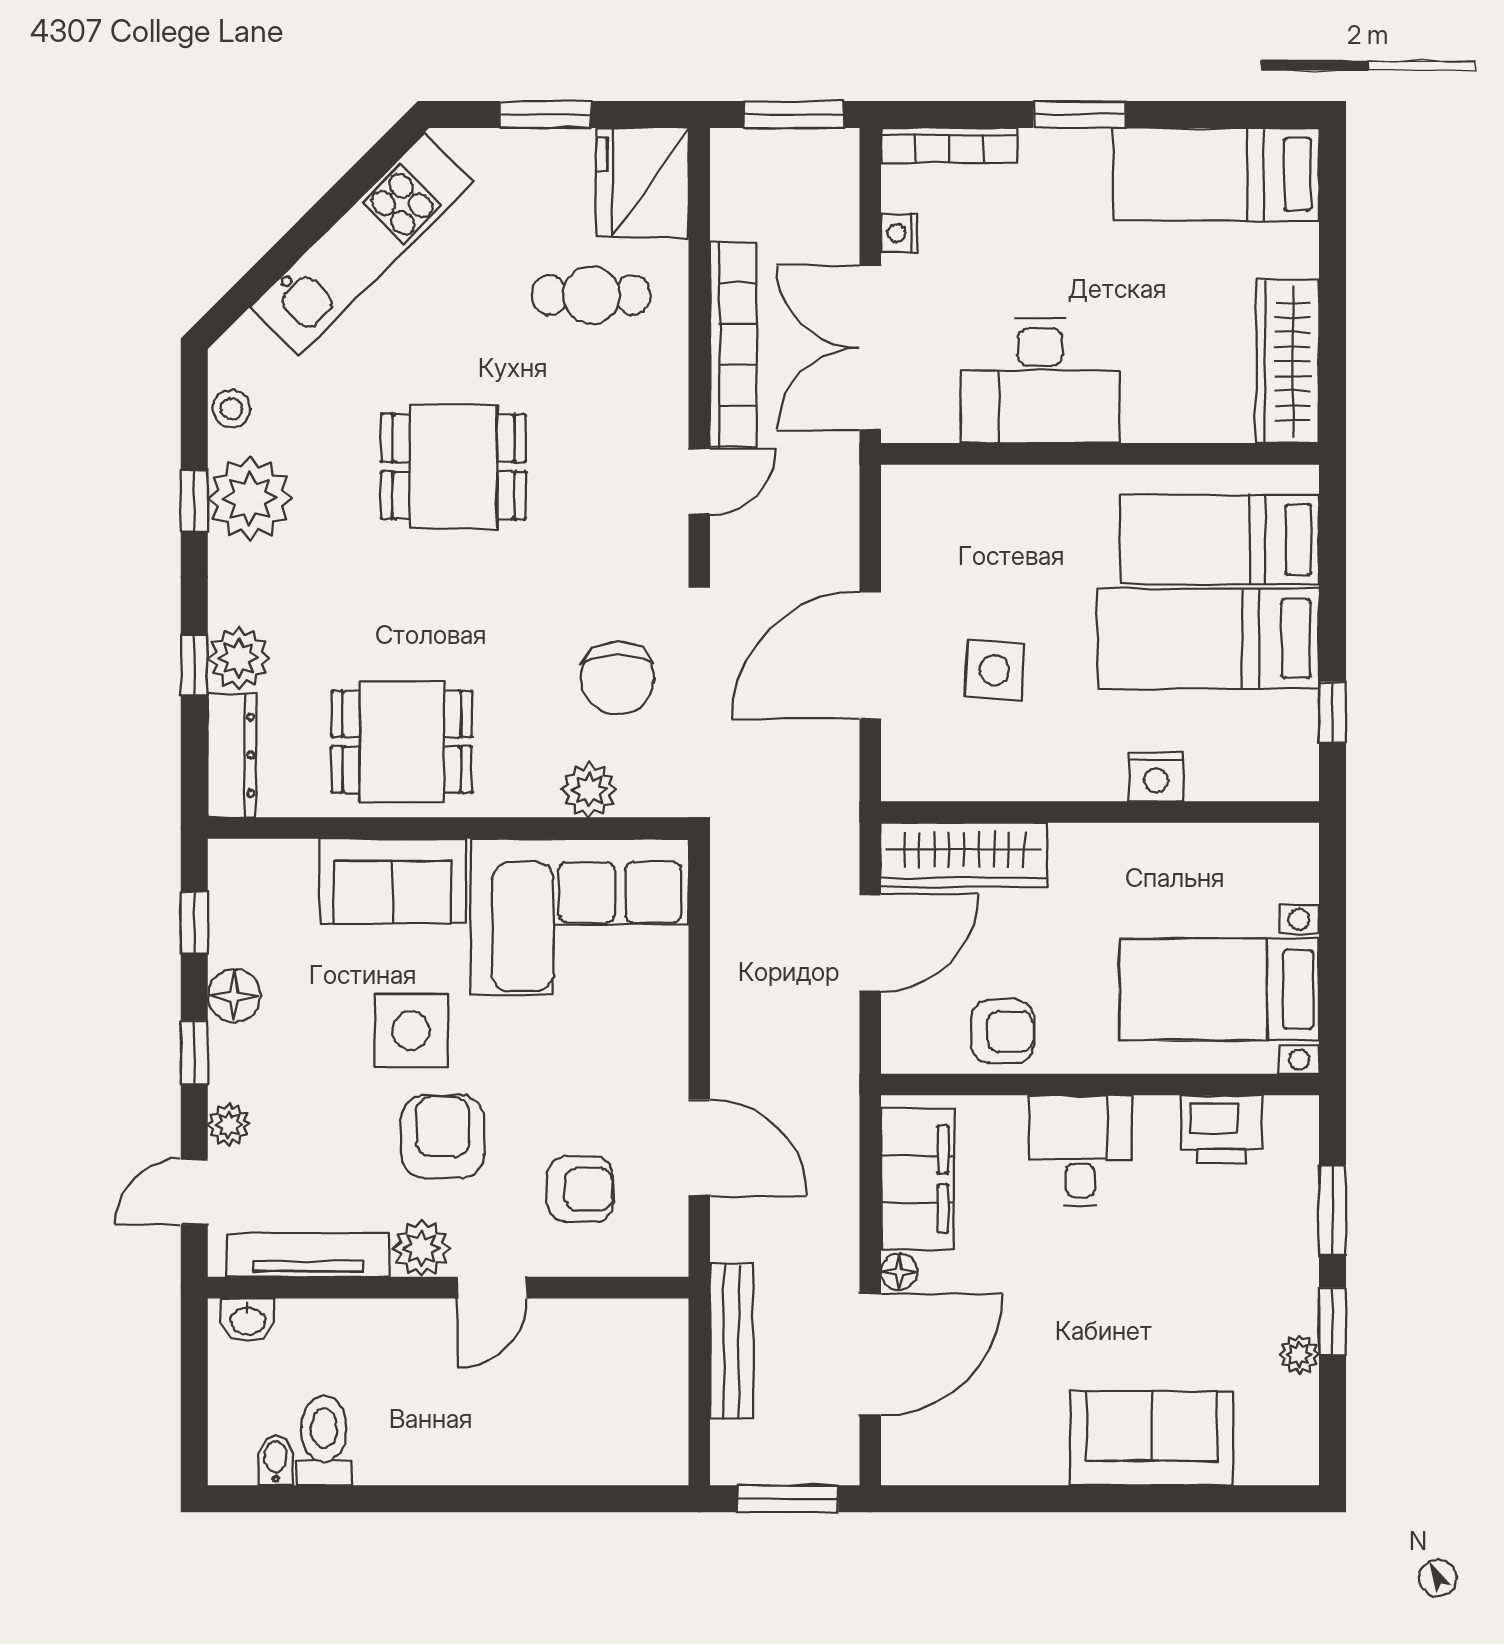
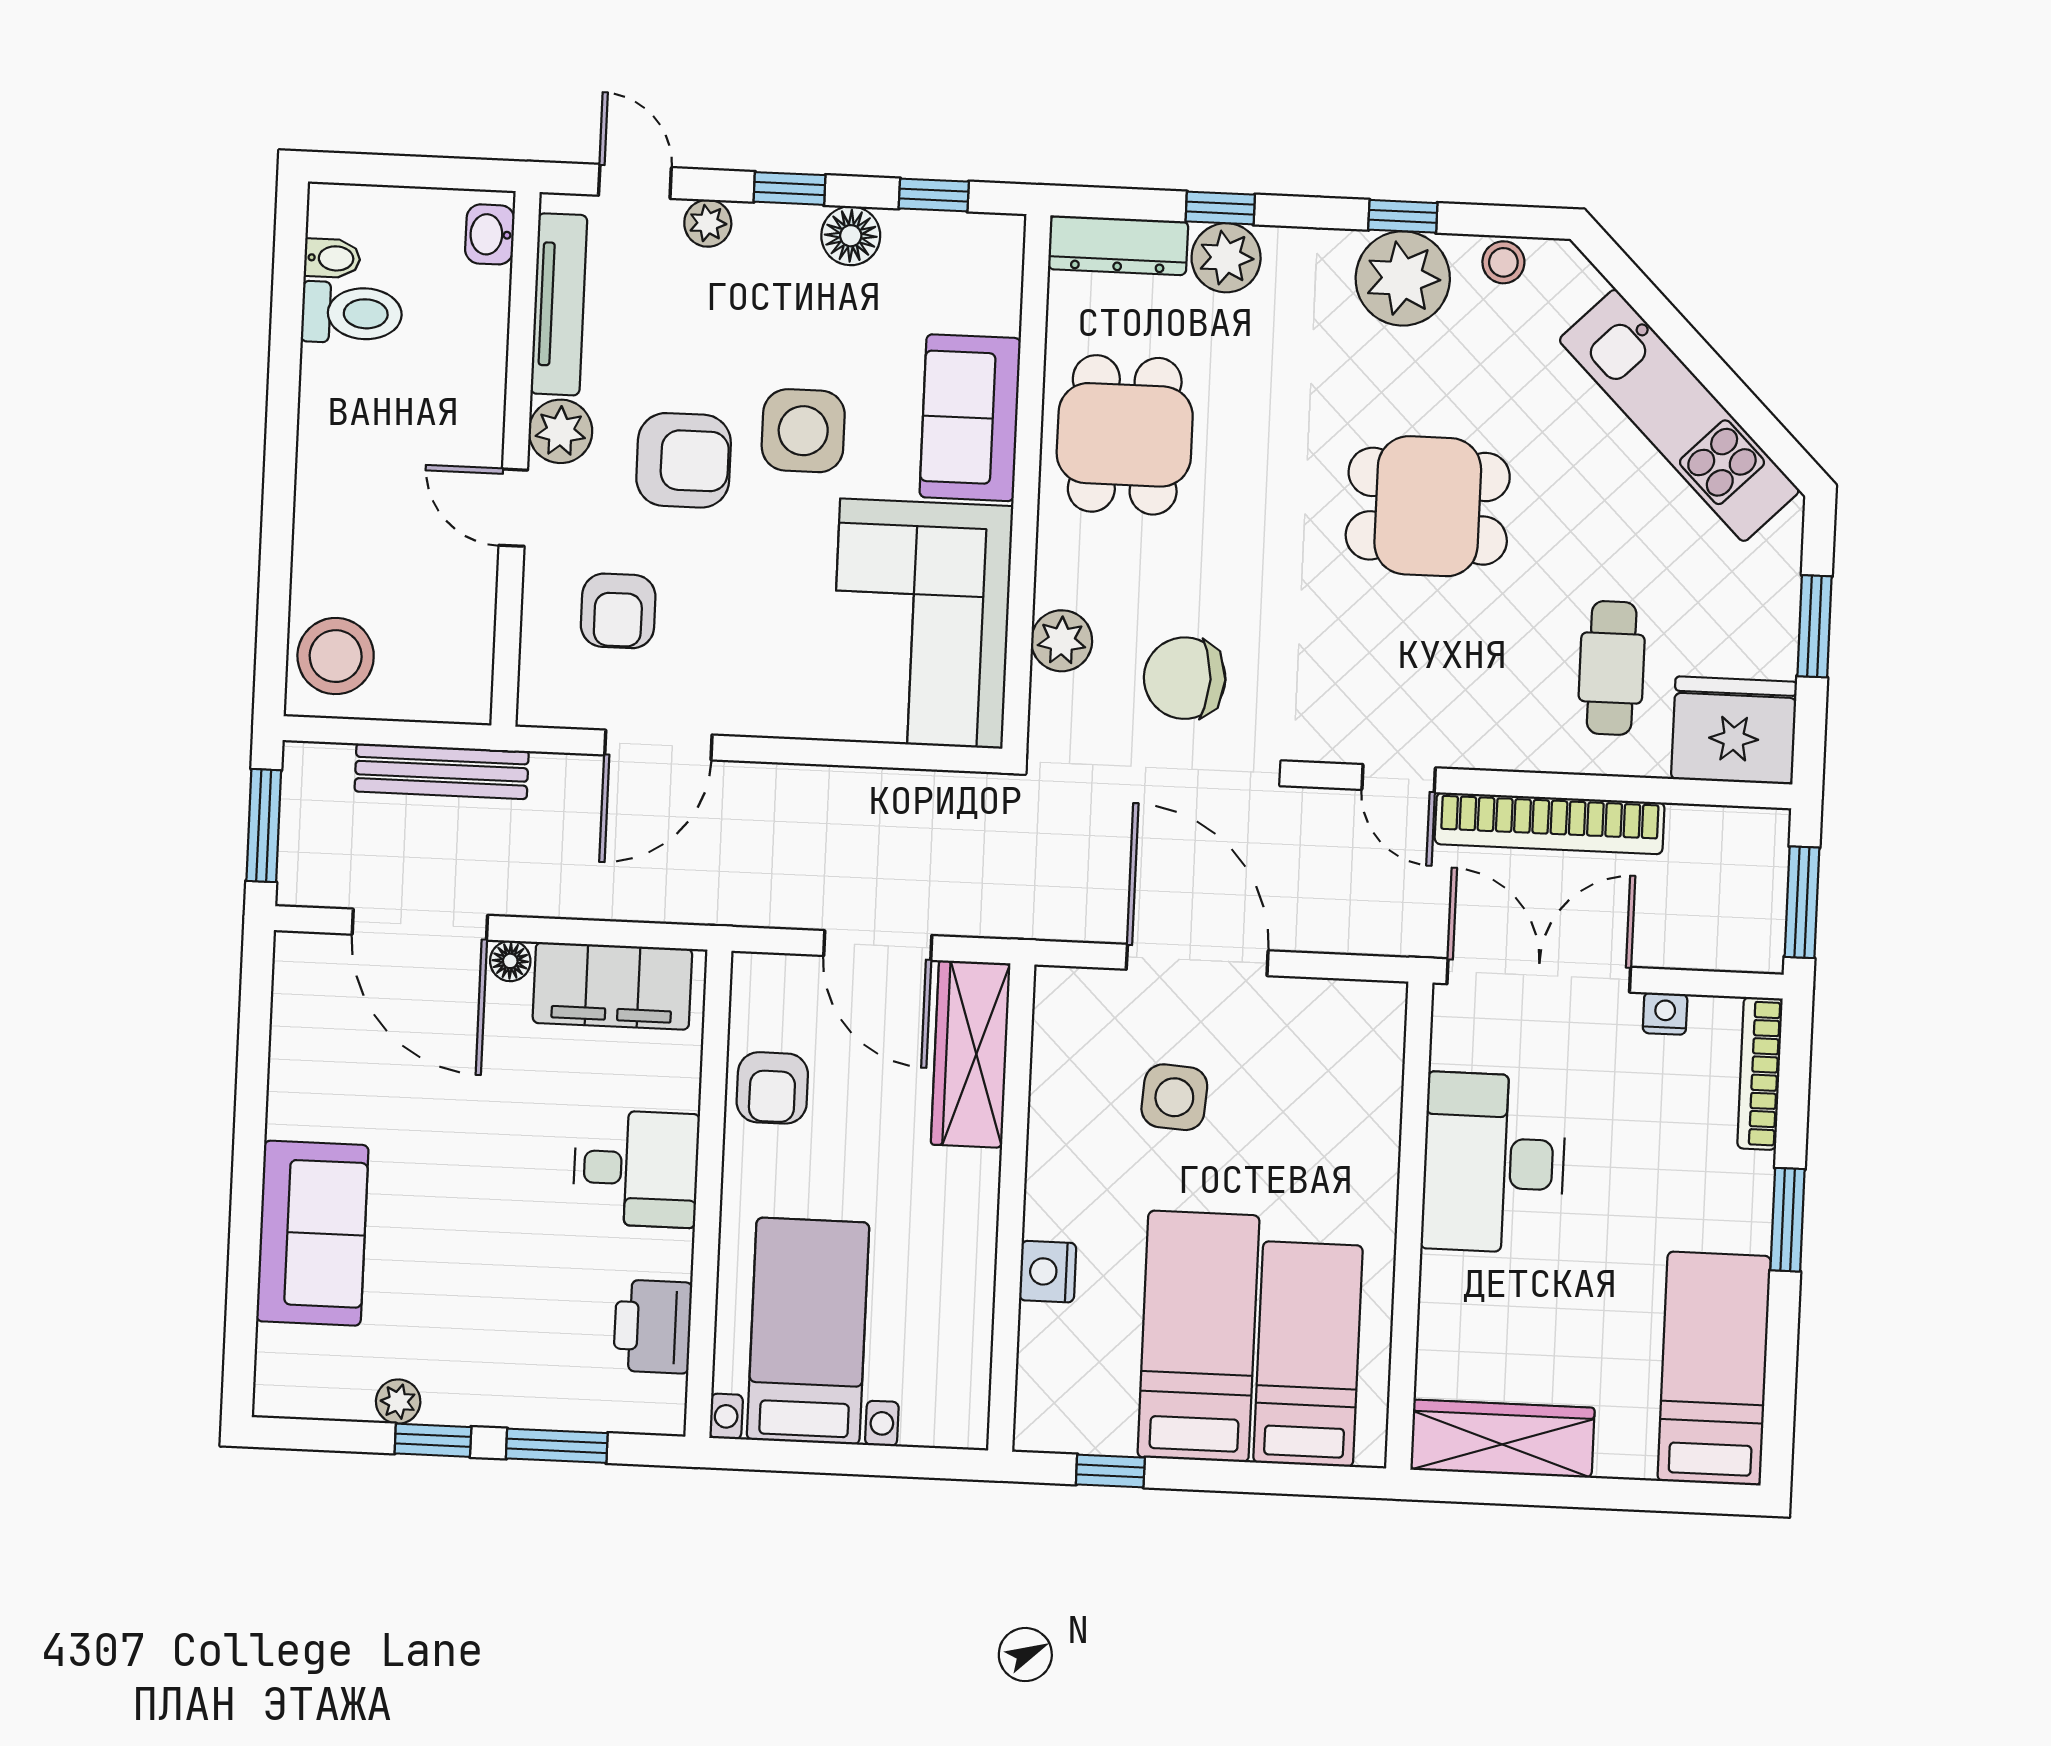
dining table: (453, 467) -> (1428, 506), turned 90
stool: (633, 1441) -> (336, 656), added

